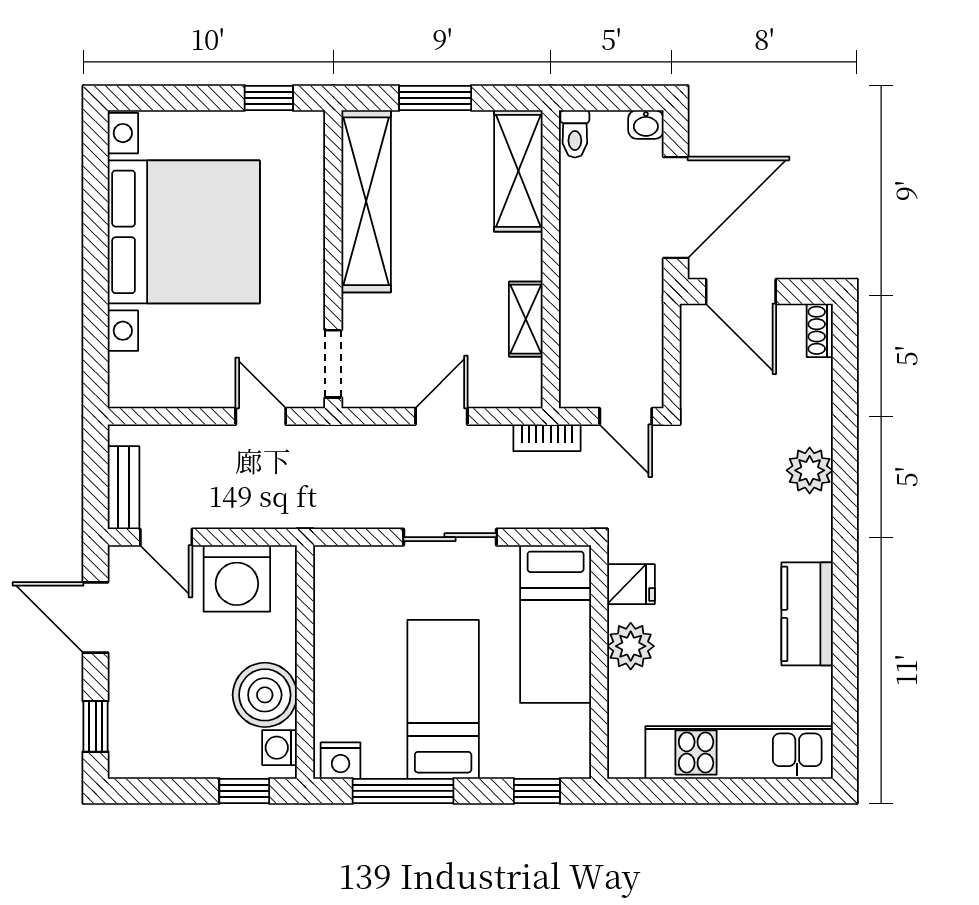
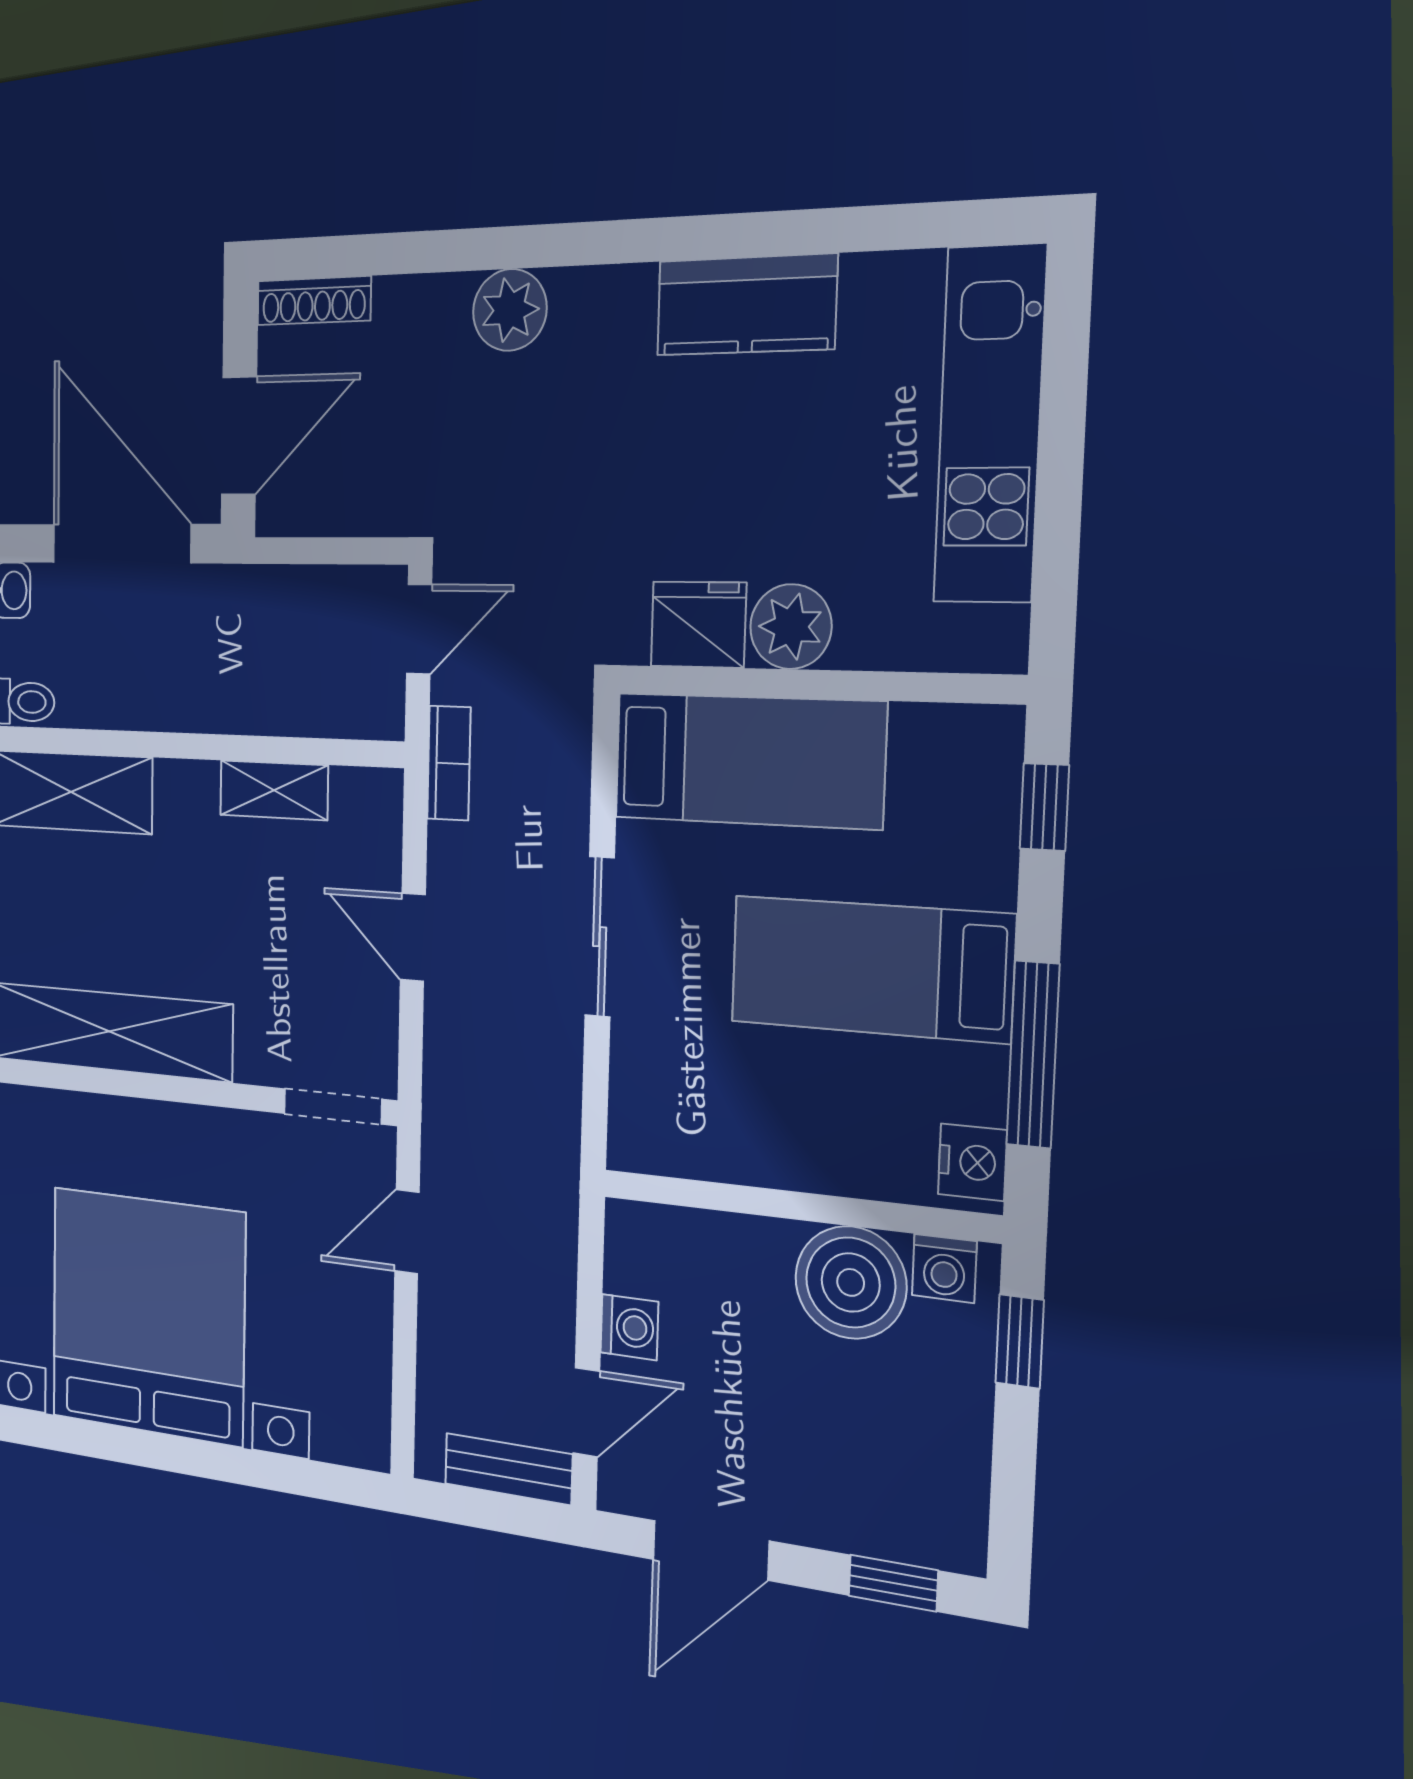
shoe rack: (820, 330) -> (314, 301), width x1.43
washing machine: (237, 578) -> (629, 1327), width x0.53, depth x0.53
fridge: (631, 584) -> (698, 625), width x1.38

